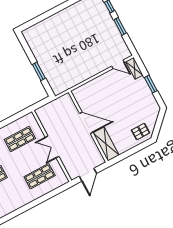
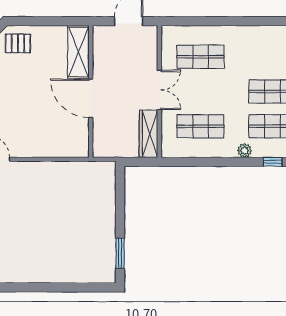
window: (39, 71) -> (120, 253), moved
wardrobe: (45, 120) -> (148, 134), added

